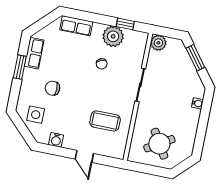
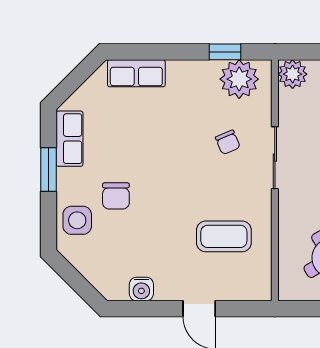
plant: (113, 36) -> (239, 79), moved
chair: (102, 64) -> (228, 142), moved
chair: (53, 88) -> (116, 196), turned -91
side table: (36, 115) -> (77, 220), moved

